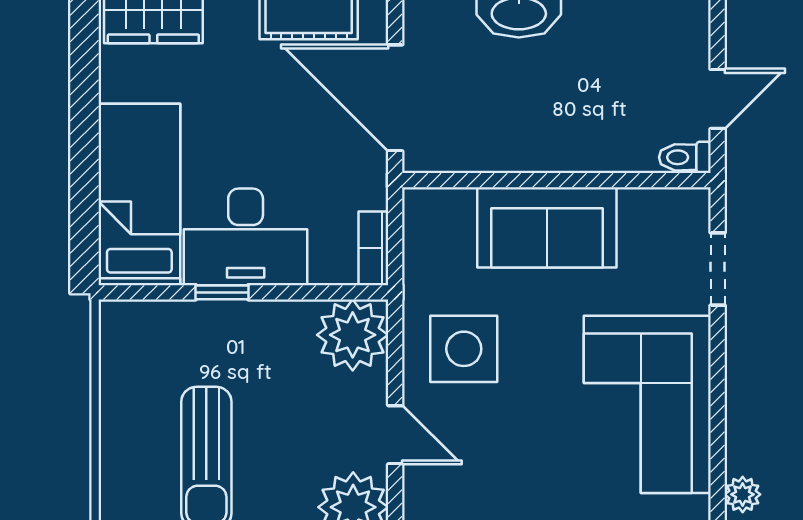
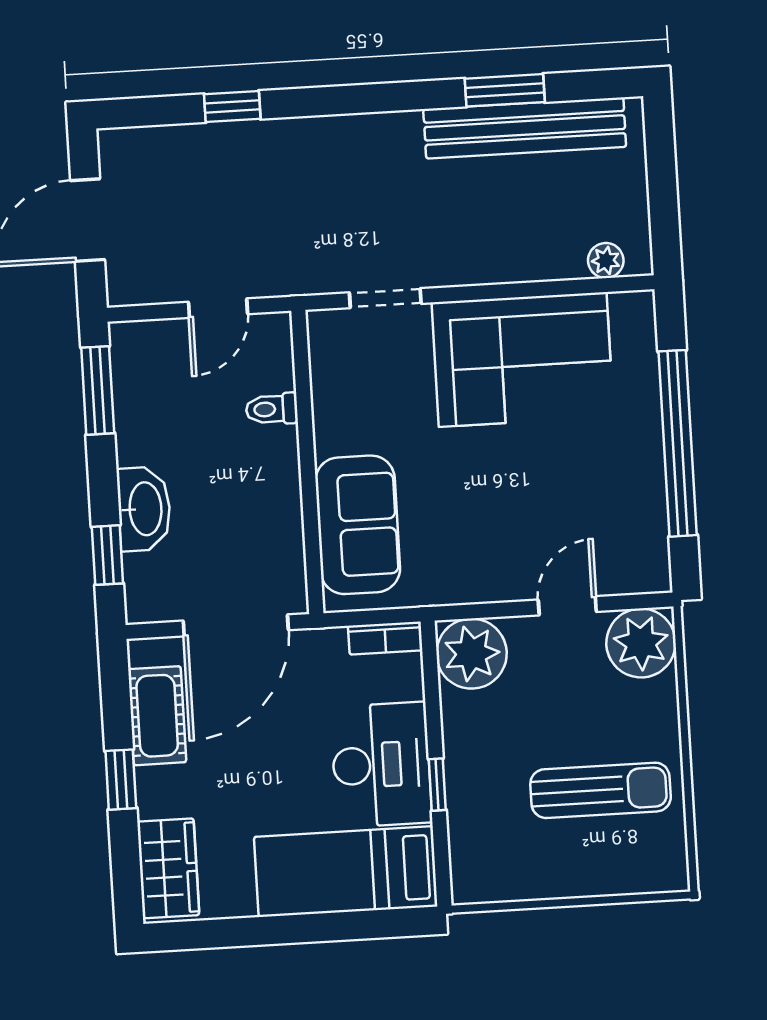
door: (718, 99) -> (218, 308), swing flipped
toilet: (685, 157) -> (272, 409), moved, turned 90
sofa: (547, 227) -> (358, 525), moved
side table: (464, 349) -> (479, 543), removed

